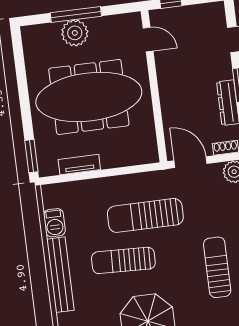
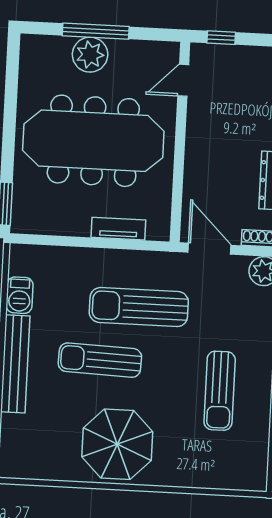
door: (148, 40) -> (183, 80), swing flipped
tv unit: (79, 165) -> (118, 229), moved
sun lounger: (217, 267) -> (220, 391), turned 180

